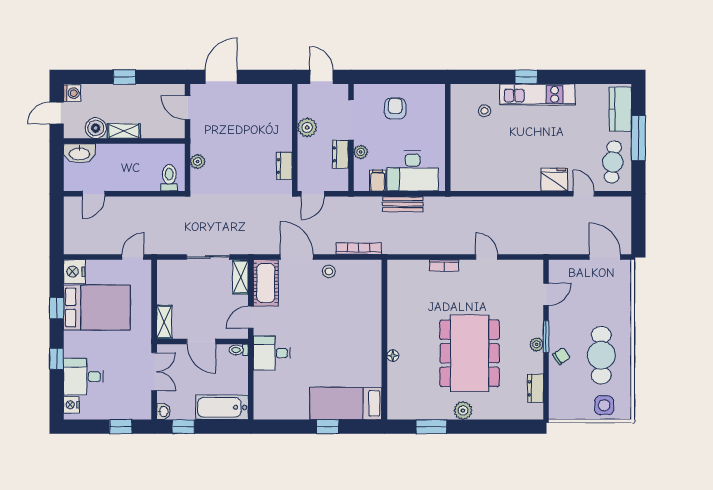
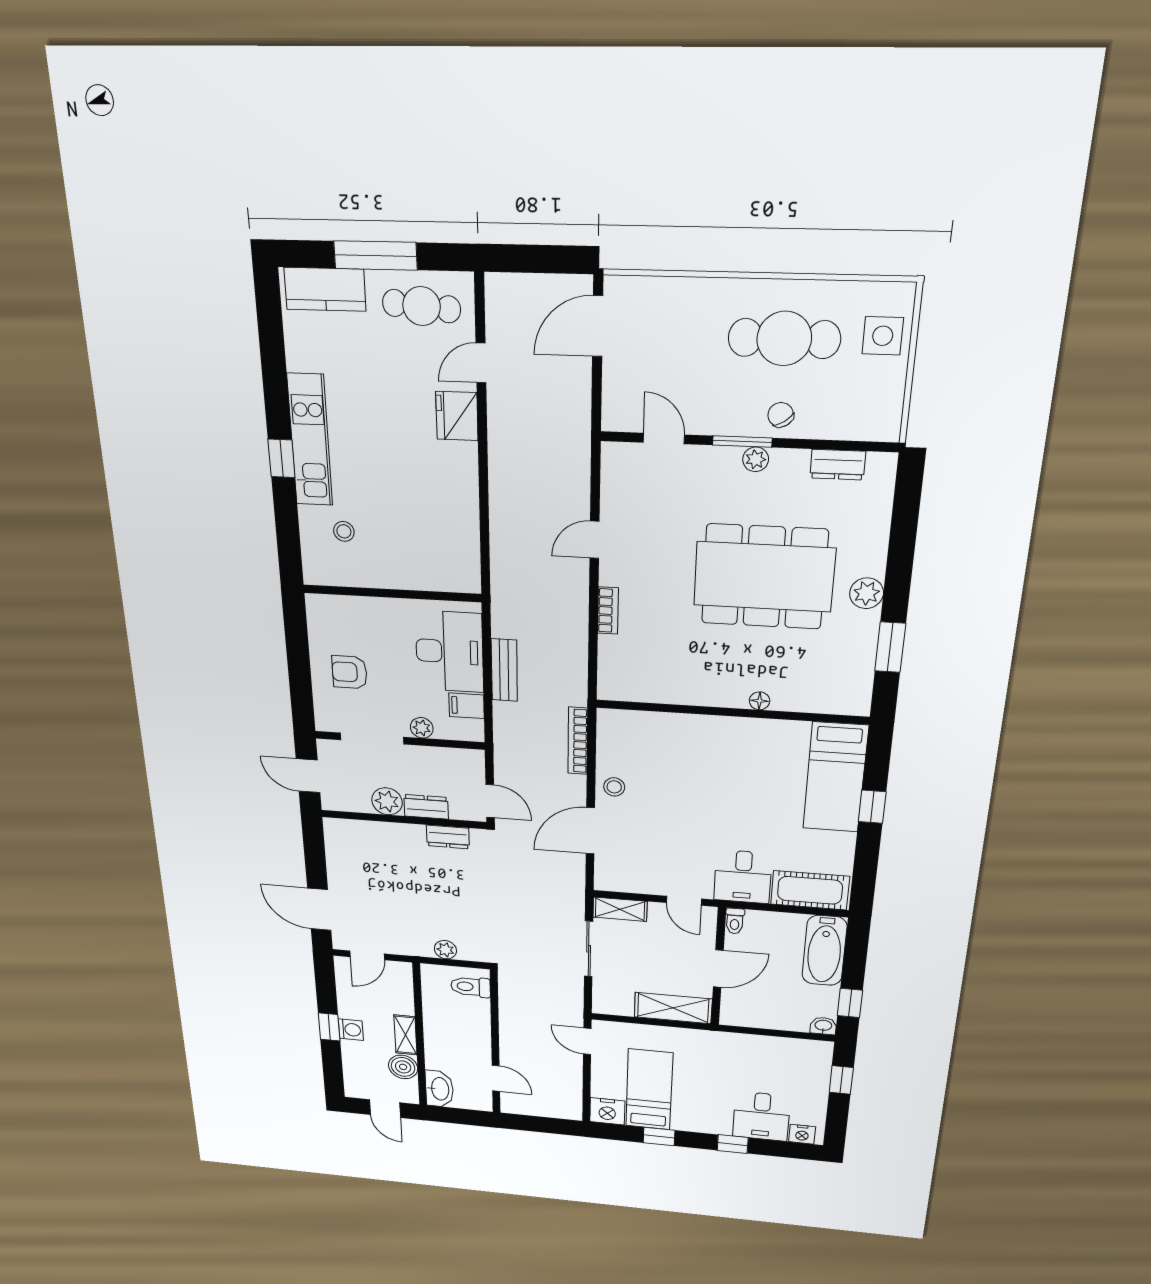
door: (322, 77) -> (308, 776), hinge flipped
washing machine: (72, 93) -> (351, 1030), moved, turned 90
dresser: (340, 154) -> (426, 807), moved, turned 180
cot: (266, 283) -> (810, 890), moved
bed: (97, 307) -> (649, 1090), width x0.67
shelving: (164, 322) -> (673, 1008), width x1.50, depth x1.33
double door: (154, 372) -> (761, 1032), removed

